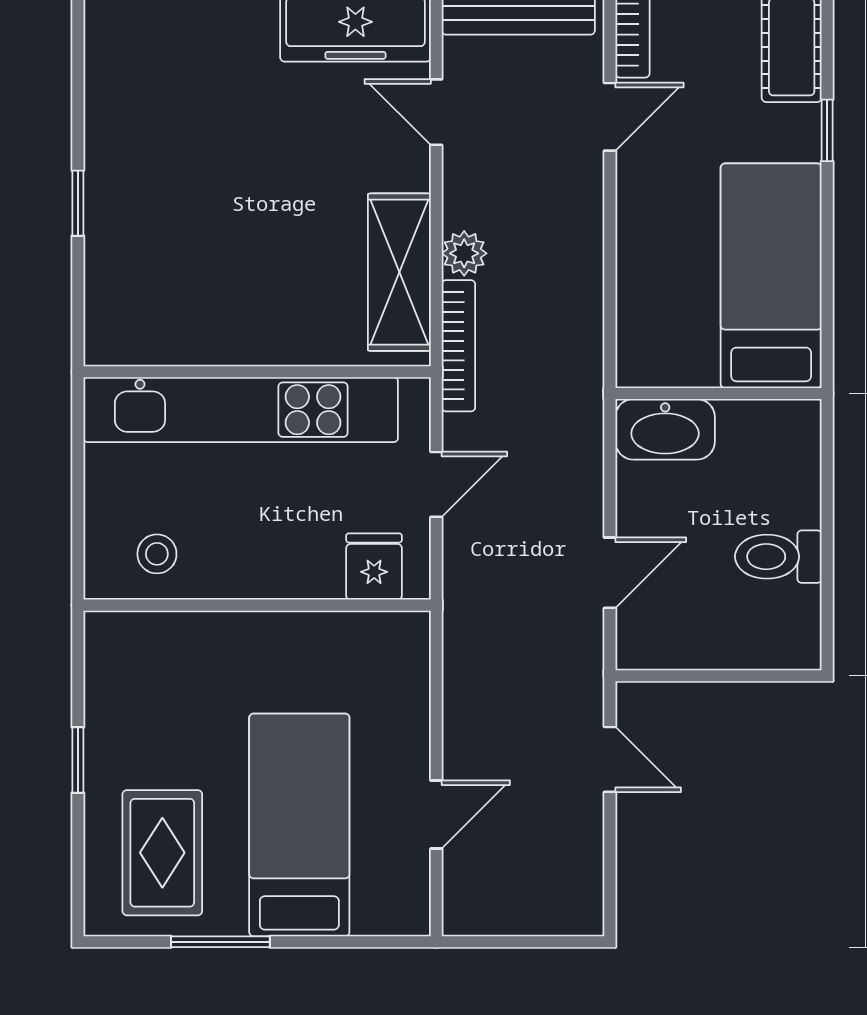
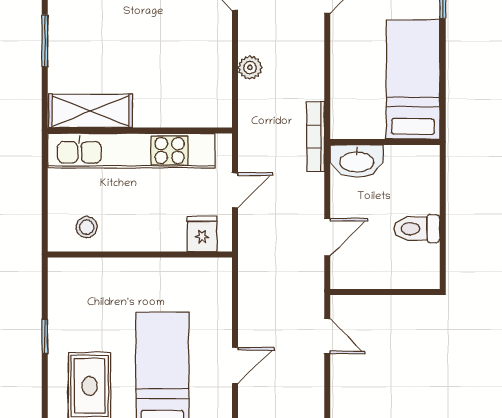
window: (78, 203) -> (45, 41), width x1.50
shelving: (399, 272) -> (91, 111), moved, turned 90
bookcase: (458, 346) -> (316, 137), moved, turned 180

